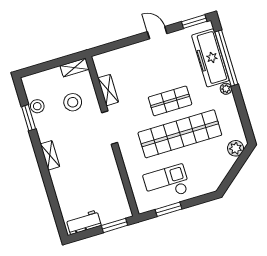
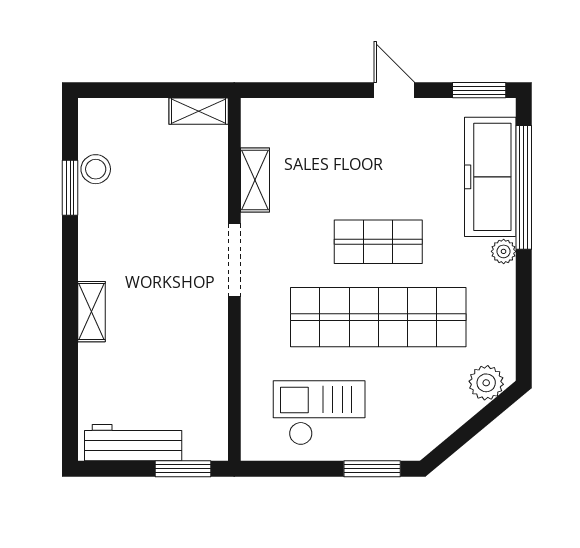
stool: (73, 102) -> (173, 183), removed
shelving: (50, 155) -> (91, 312), moved
window: (168, 209) -> (372, 469), moved
workbench: (84, 222) -> (133, 443), width x1.37

